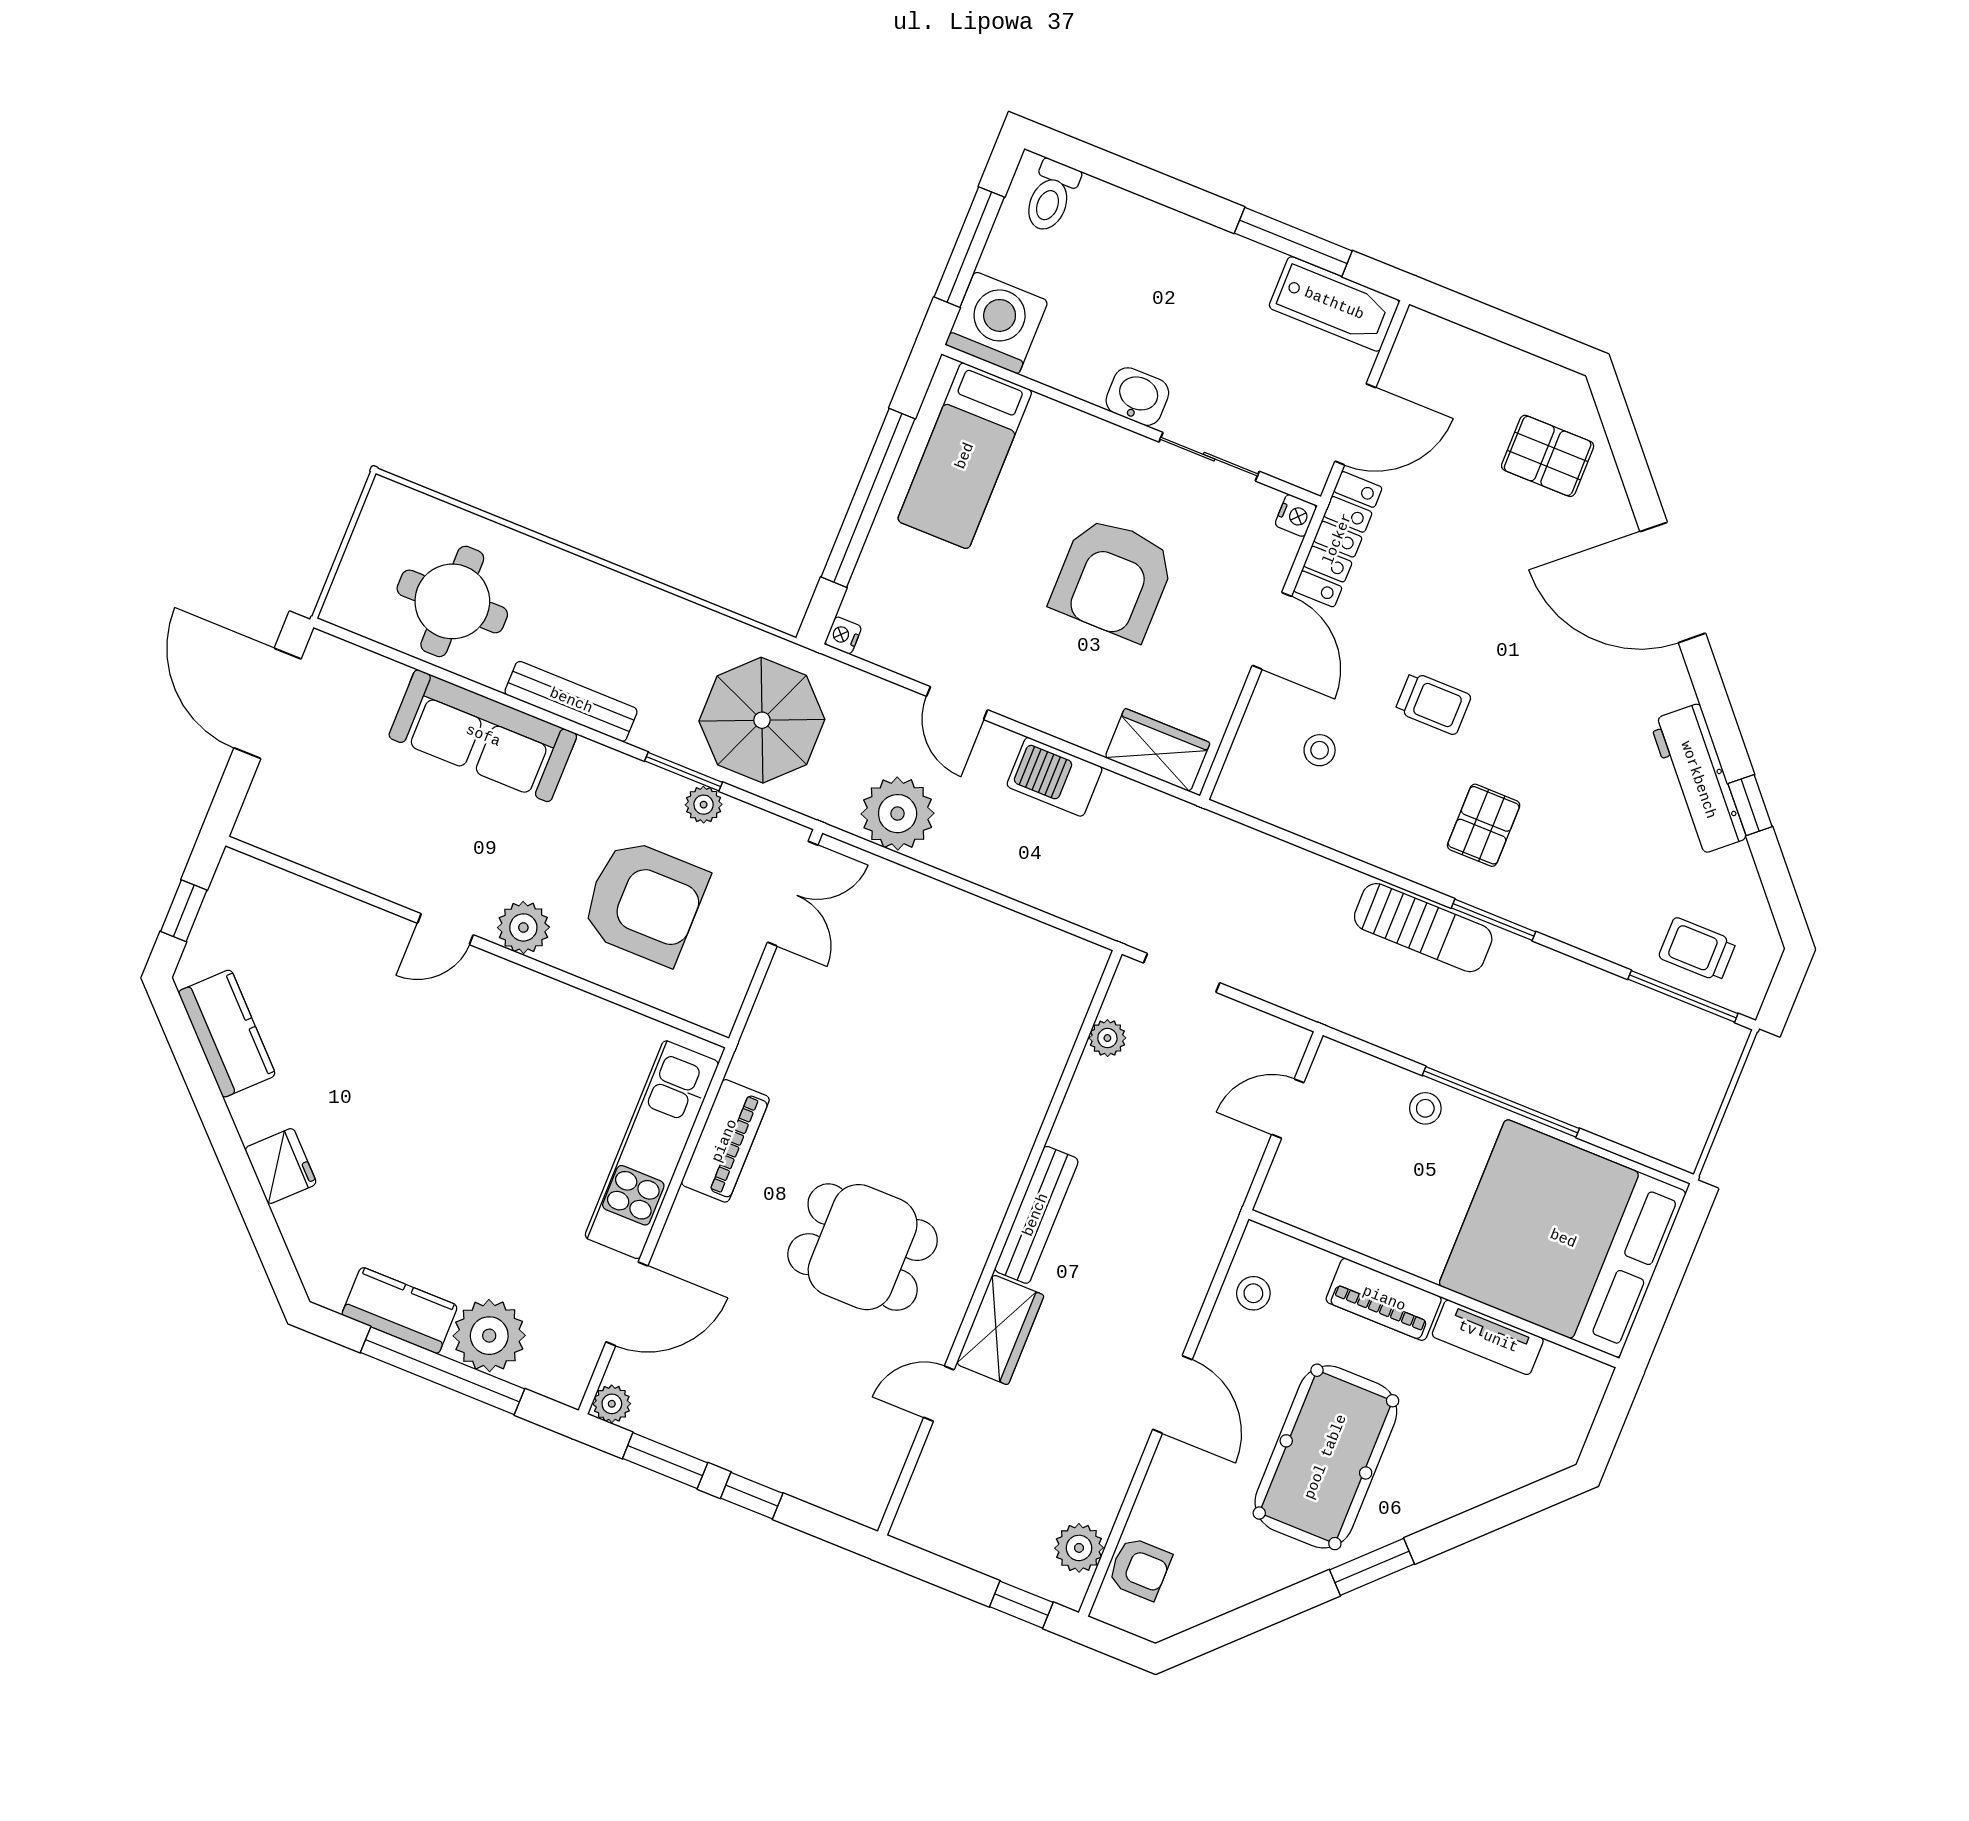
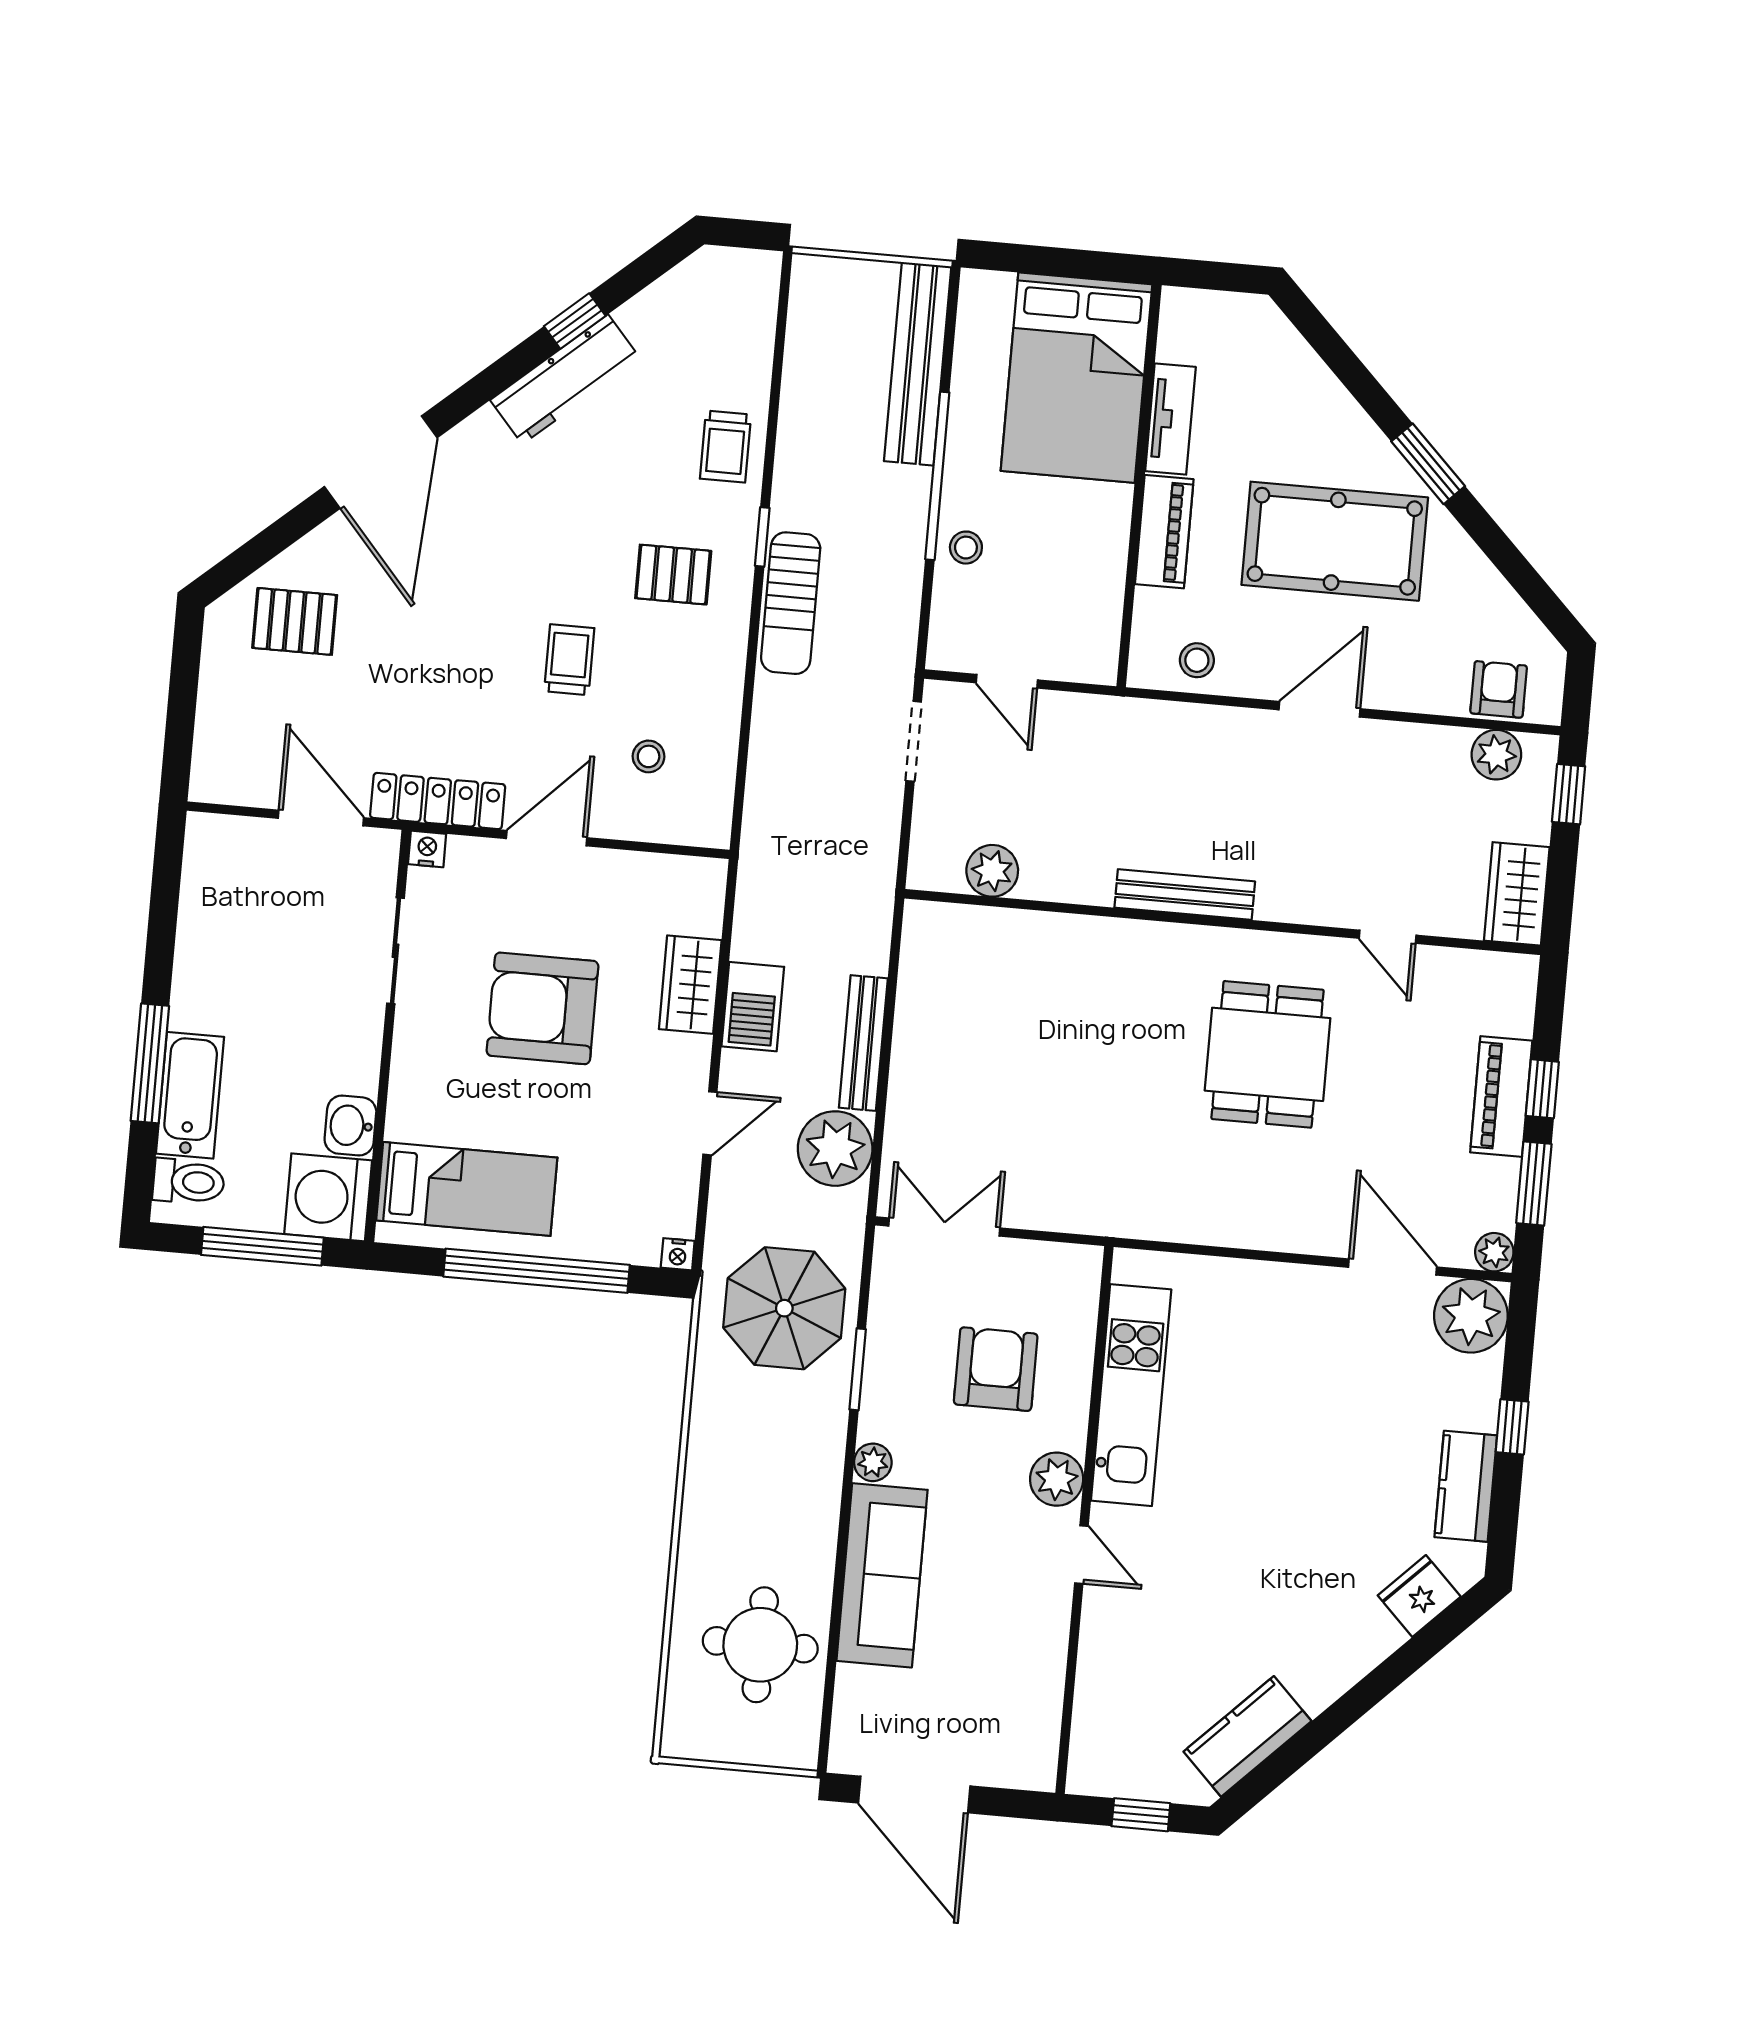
window: (1293, 242) -> (150, 1063), moved
bathtub: (1334, 304) -> (190, 1095), moved
washbasin: (1137, 397) -> (350, 1126), moved
pallet: (1548, 456) -> (295, 621), turned 90
armchair: (1113, 578) -> (542, 1008), turned 180
bench: (571, 701) -> (863, 1043), moved
door: (268, 703) -> (914, 1794), hinge flipped
wardrobe: (1157, 750) -> (690, 985), moved
plant: (704, 805) -> (873, 1462), moved
armchair: (644, 902) -> (996, 1369), width x0.73, depth x0.73
window: (1494, 920) -> (762, 537), width x0.67
sun lounger: (1423, 928) -> (791, 603), turned 180
trolley: (1697, 950) -> (725, 447), moved
doorway: (1182, 973) -> (914, 741), moved
window: (1683, 996) -> (781, 330), removed
plant: (1107, 1038) -> (992, 871), width x1.38, depth x1.38
bench: (1612, 1115) -> (918, 364), added
piano: (725, 1141) -> (1501, 1097), moved, turned -90
kitchen unit: (652, 1150) -> (1131, 1395), moved, turned -90
fridge: (281, 1166) -> (1419, 1596), moved
bed: (1563, 1239) -> (1076, 378), width x0.73
wardrobe: (1000, 1330) -> (1517, 894), moved, turned -90
plant: (489, 1336) -> (1471, 1316), moved
window: (442, 1371) -> (1512, 1427), width x0.32

